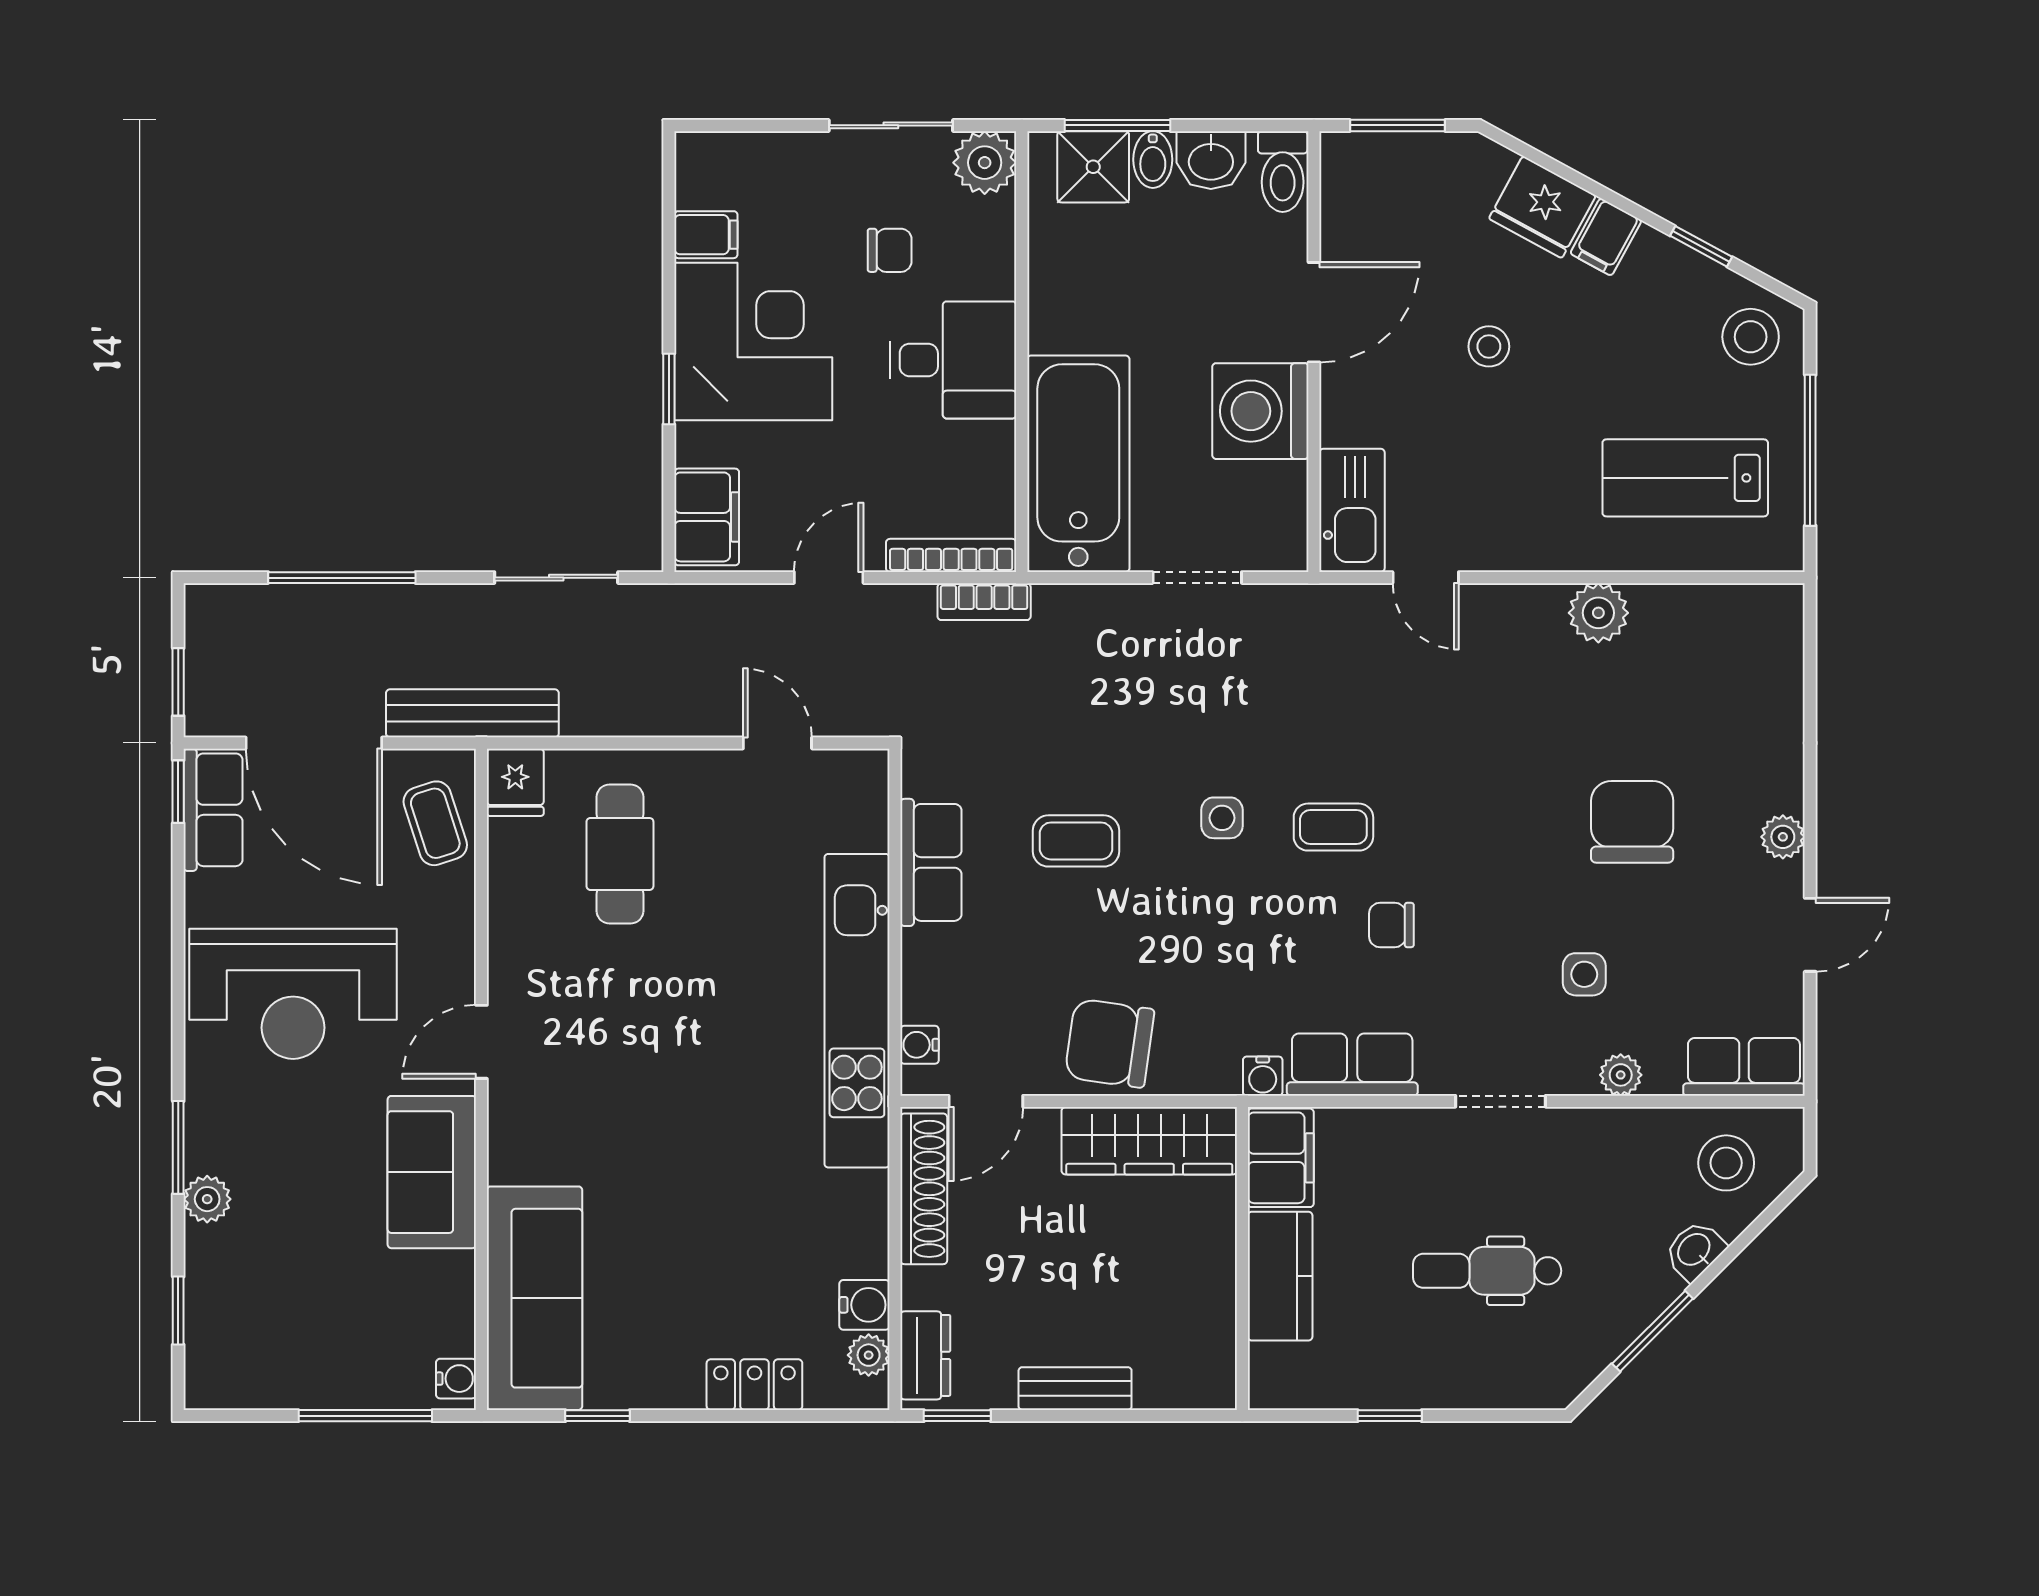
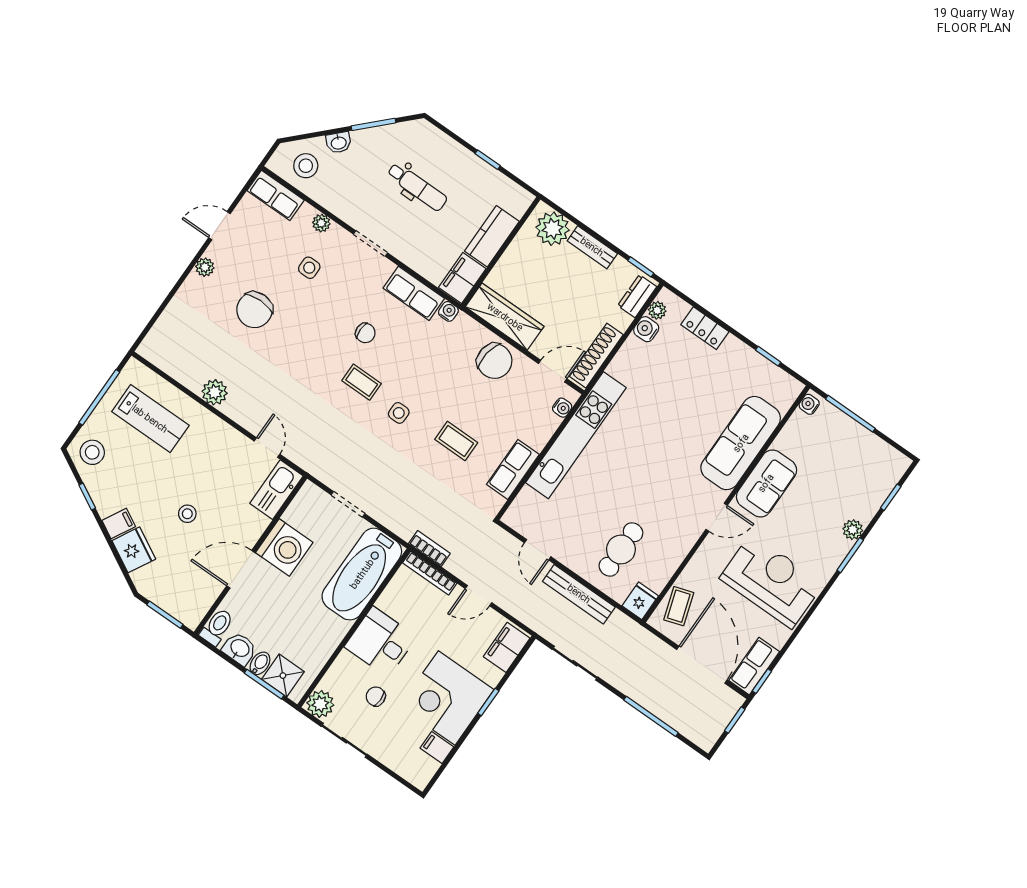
bench: (472, 713) -> (579, 594), moved
sofa: (535, 1298) -> (741, 443), moved
plant: (1175, 1371) -> (553, 229), added

